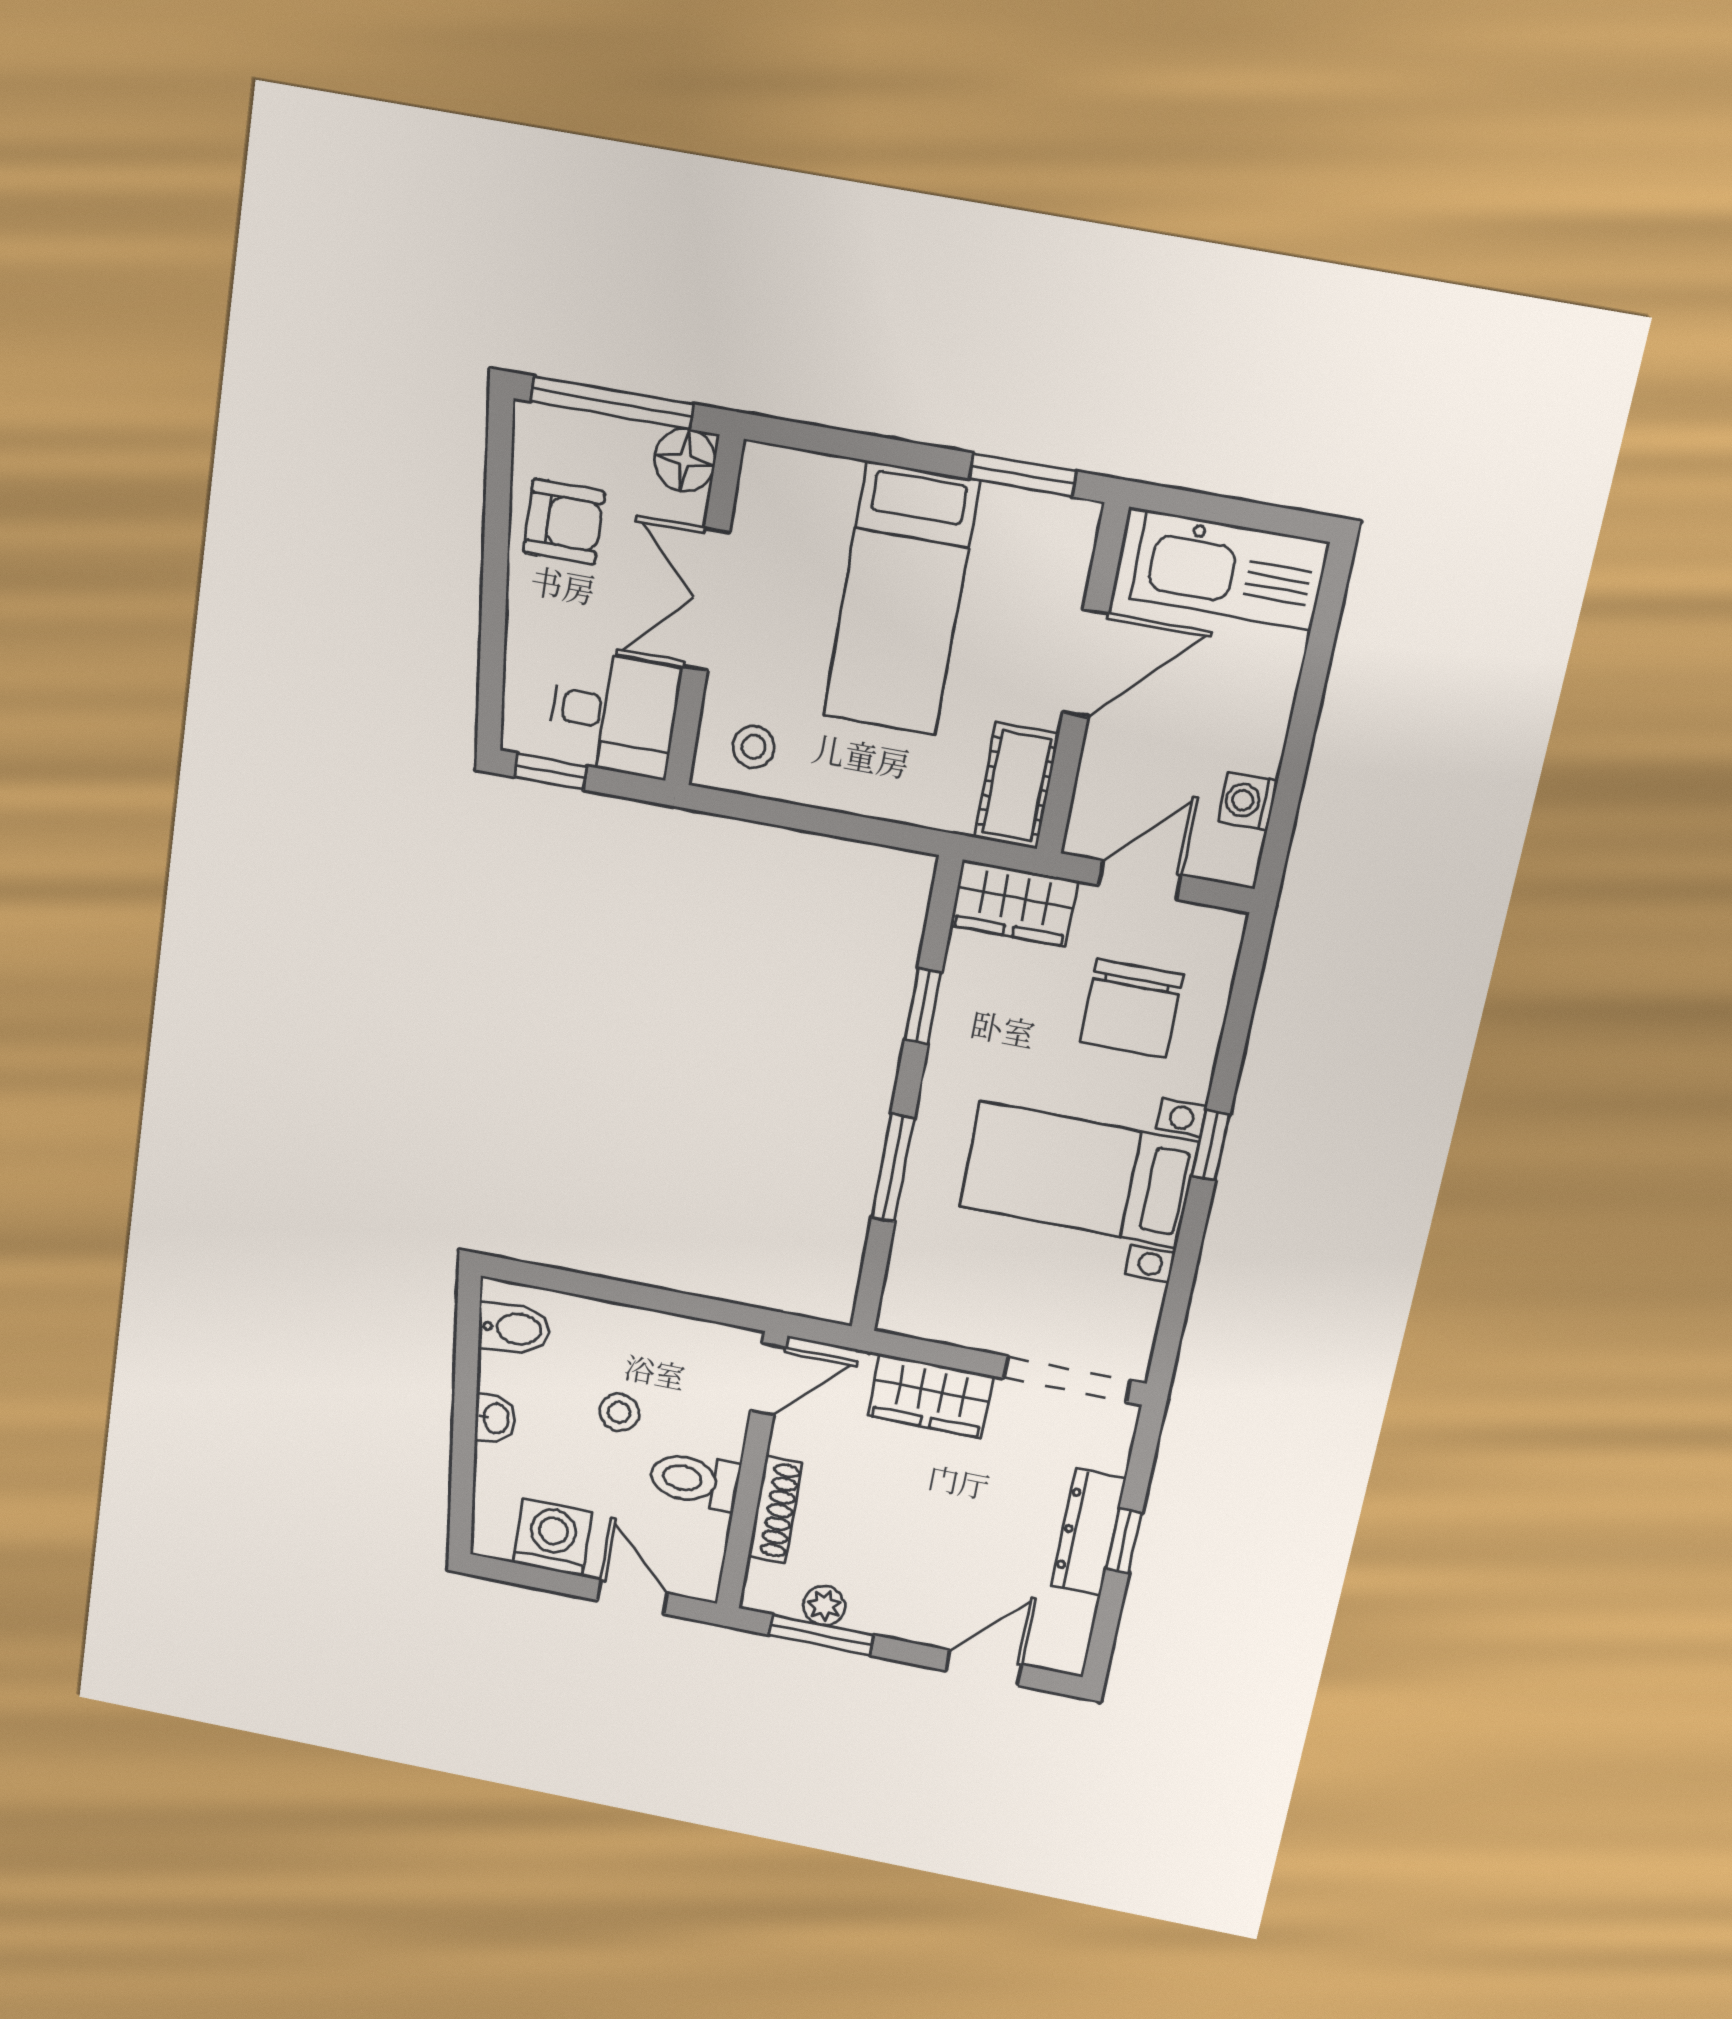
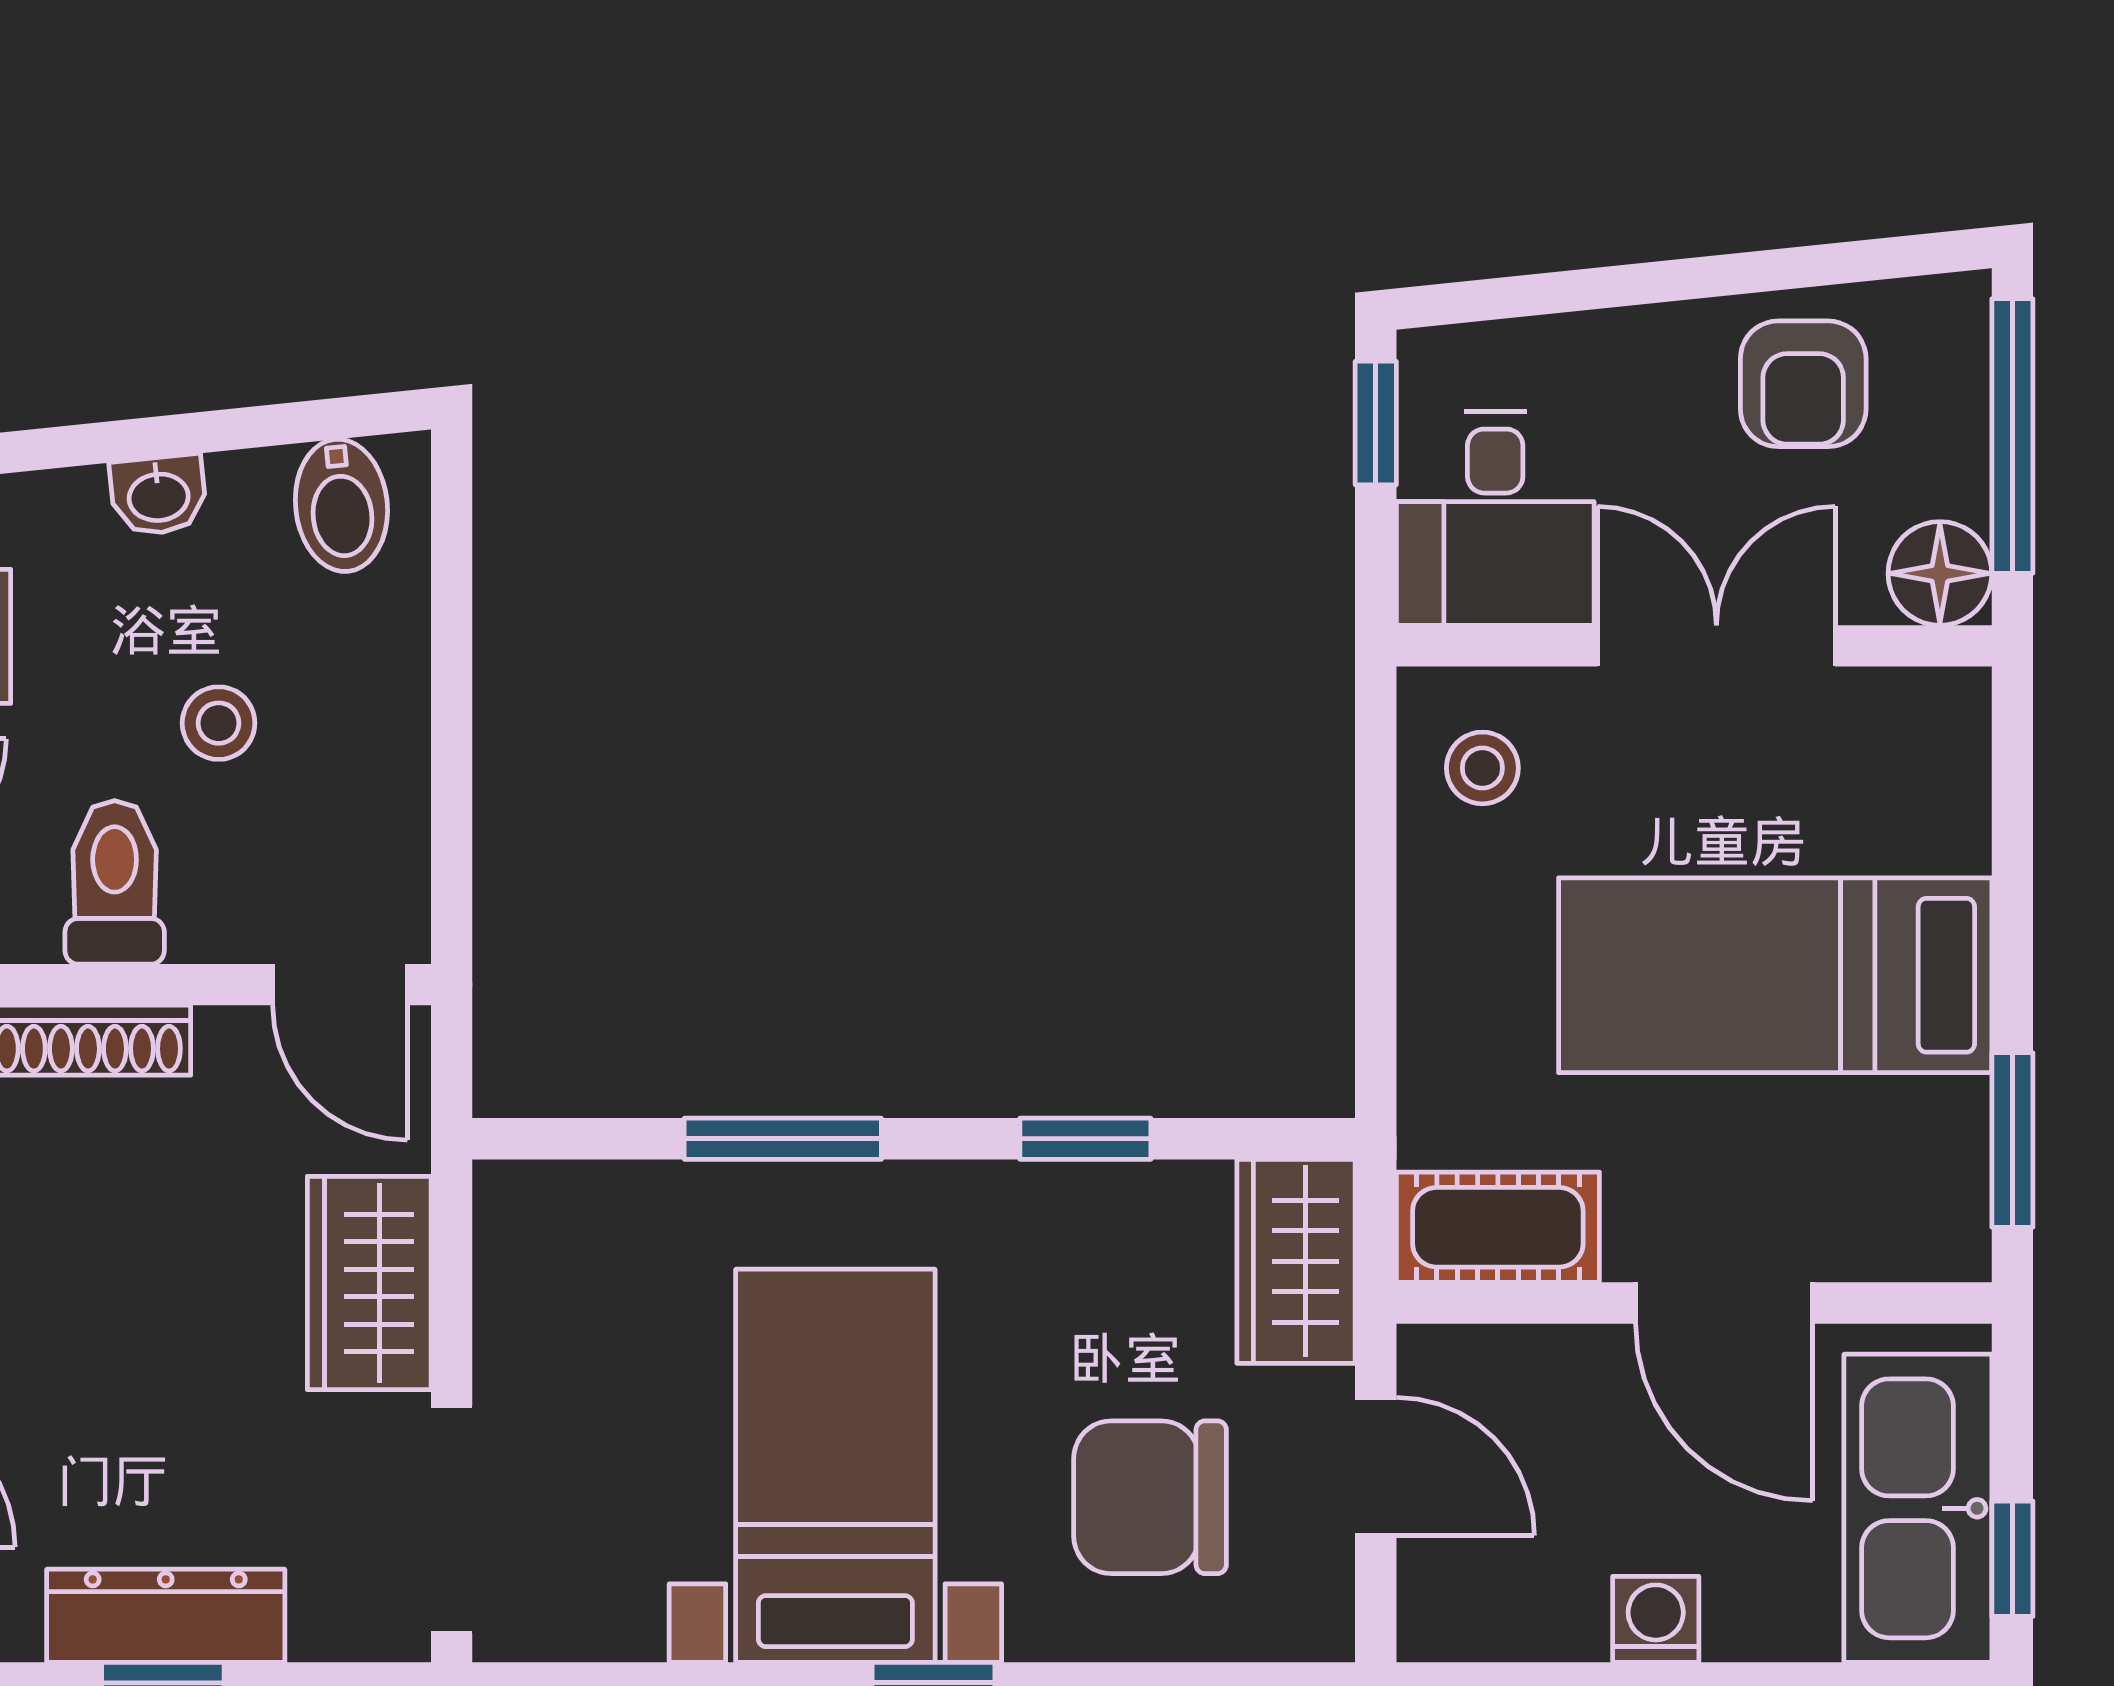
window: (1271, 519) -> (2012, 1559), added
washing machine: (1248, 801) -> (1656, 1619), moved

